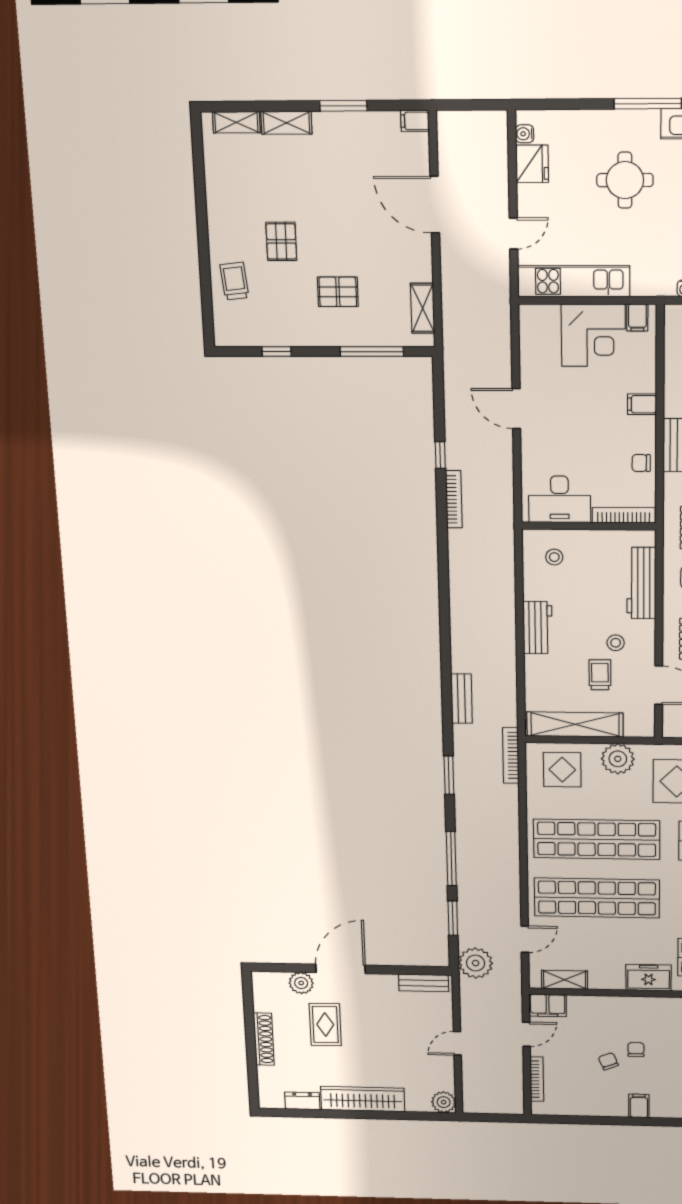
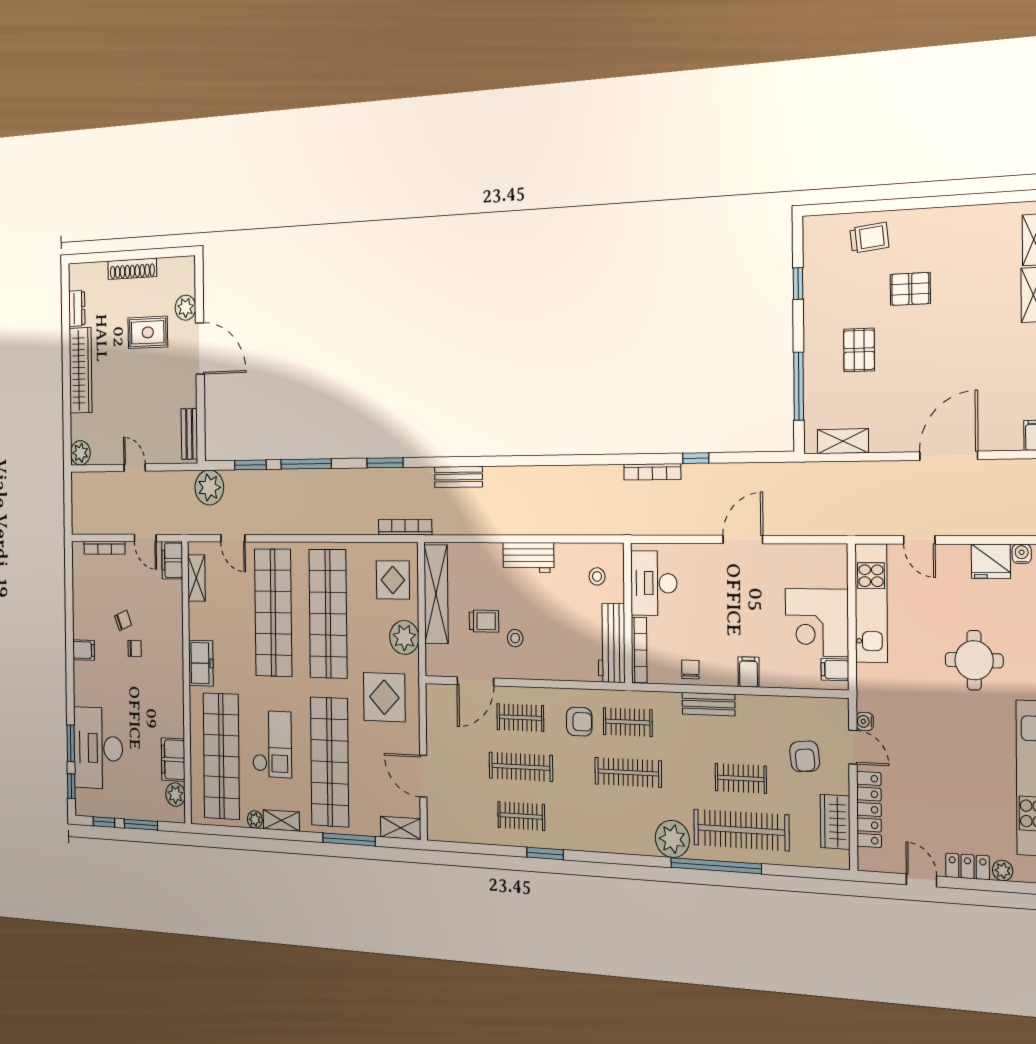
workbench: (641, 583) -> (612, 643), moved, turned -90

